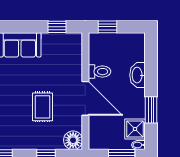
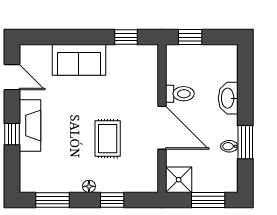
shower: (135, 129) -> (179, 180), moved
floor lamp: (73, 140) -> (89, 186), moved, width x0.53, depth x0.53
bidet: (138, 145) -> (229, 146), moved

